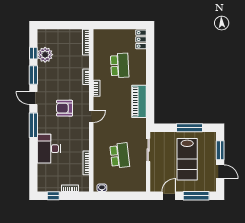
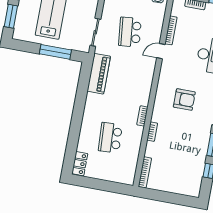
plant: (45, 55) -> (195, 167), removed
piano: (139, 101) -> (99, 74), moved
door: (91, 116) -> (161, 51), moved
window: (190, 128) -> (55, 52), moved

